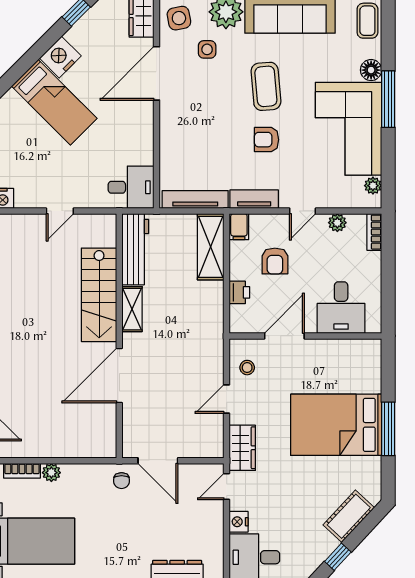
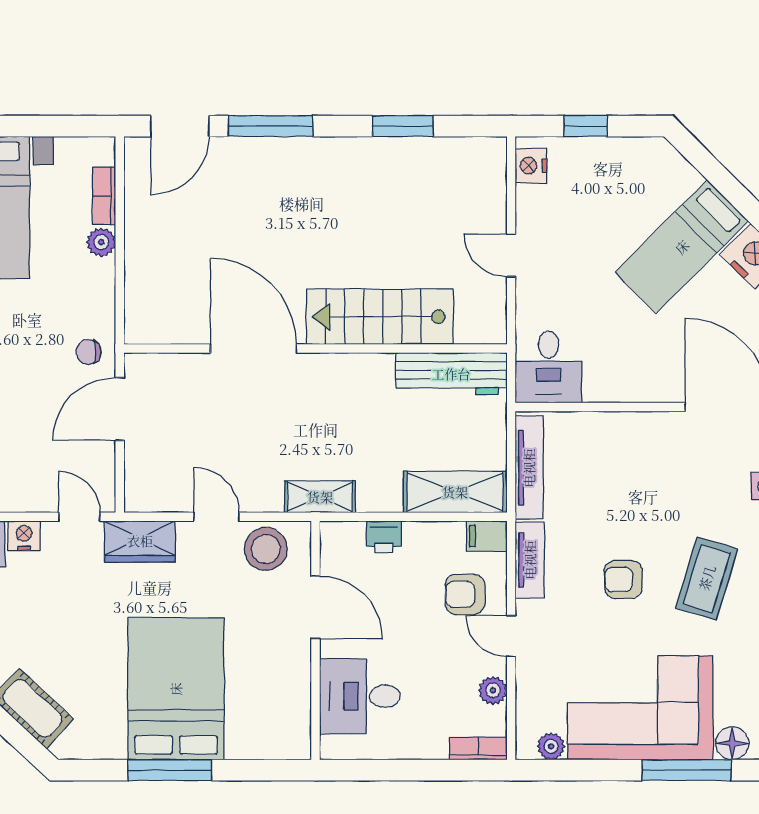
coffee table: (266, 86) -> (707, 578), turned -68
armchair: (267, 140) -> (623, 579), turned -90
armchair: (275, 261) -> (465, 594), moved
shelving: (132, 309) -> (320, 497), moved
stool: (247, 368) -> (266, 549), width x1.89, depth x1.89

